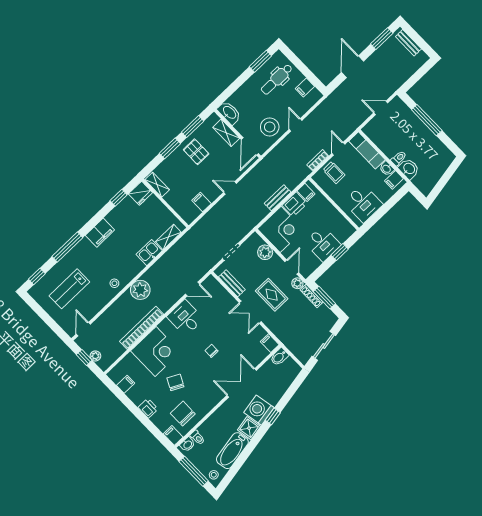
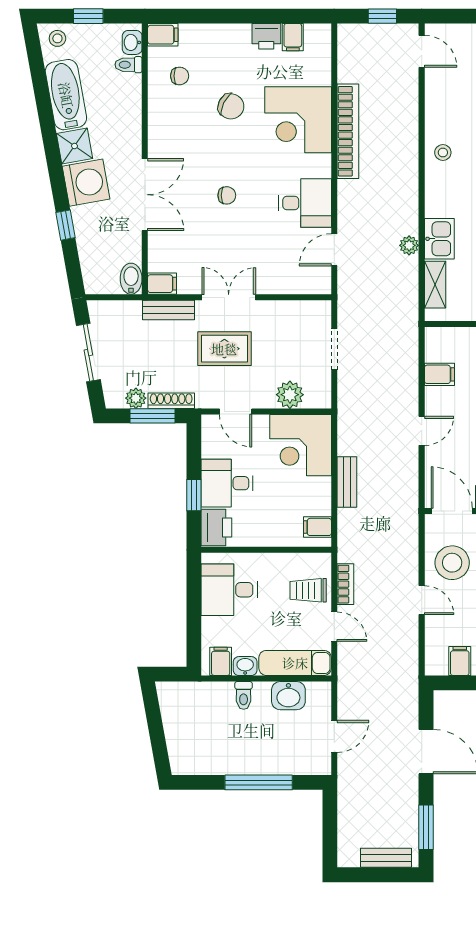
washbasin: (409, 169) -> (288, 696), moved
printer: (295, 204) -> (216, 528), moved, turned 180
bench: (232, 283) -> (169, 310), moved
plant: (297, 283) -> (136, 398), moved
plant: (140, 290) -> (409, 245), moved, width x0.53, depth x0.53
plant: (95, 356) -> (370, 33), removed
printer: (148, 408) -> (266, 36), moved
chair: (183, 414) -> (180, 76), width x0.54, depth x0.54
window: (273, 416) -> (65, 225), moved
window: (194, 471) -> (88, 16), width x0.46

